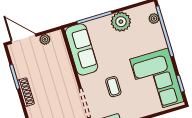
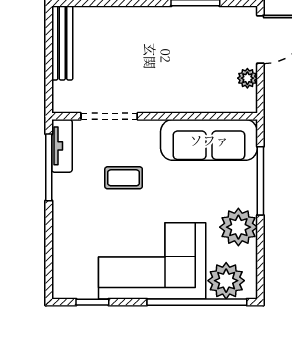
plant: (154, 19) -> (226, 281), width x1.88, depth x1.88
corner sofa: (157, 80) -> (152, 261), moved
shoe rack: (26, 92) -> (161, 15), removed

